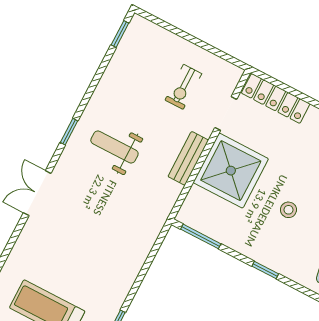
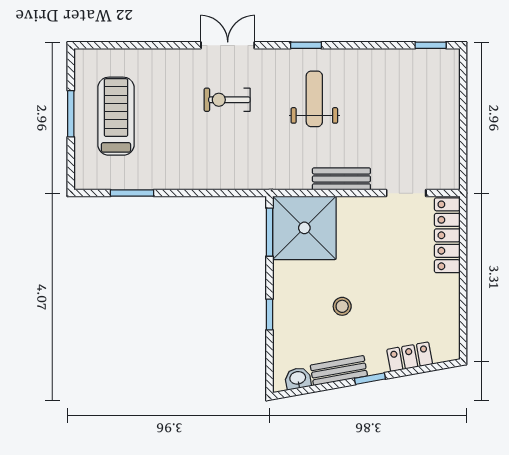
exercise bike: (183, 87) -> (227, 100), moved
shower: (231, 171) -> (304, 228), moved

